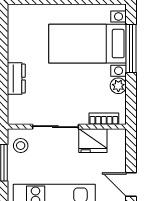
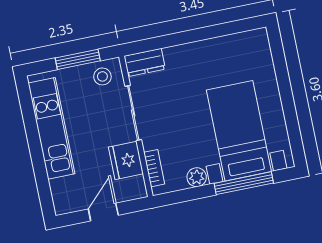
dresser: (16, 79) -> (145, 62), moved
door: (131, 184) -> (103, 212), moved

